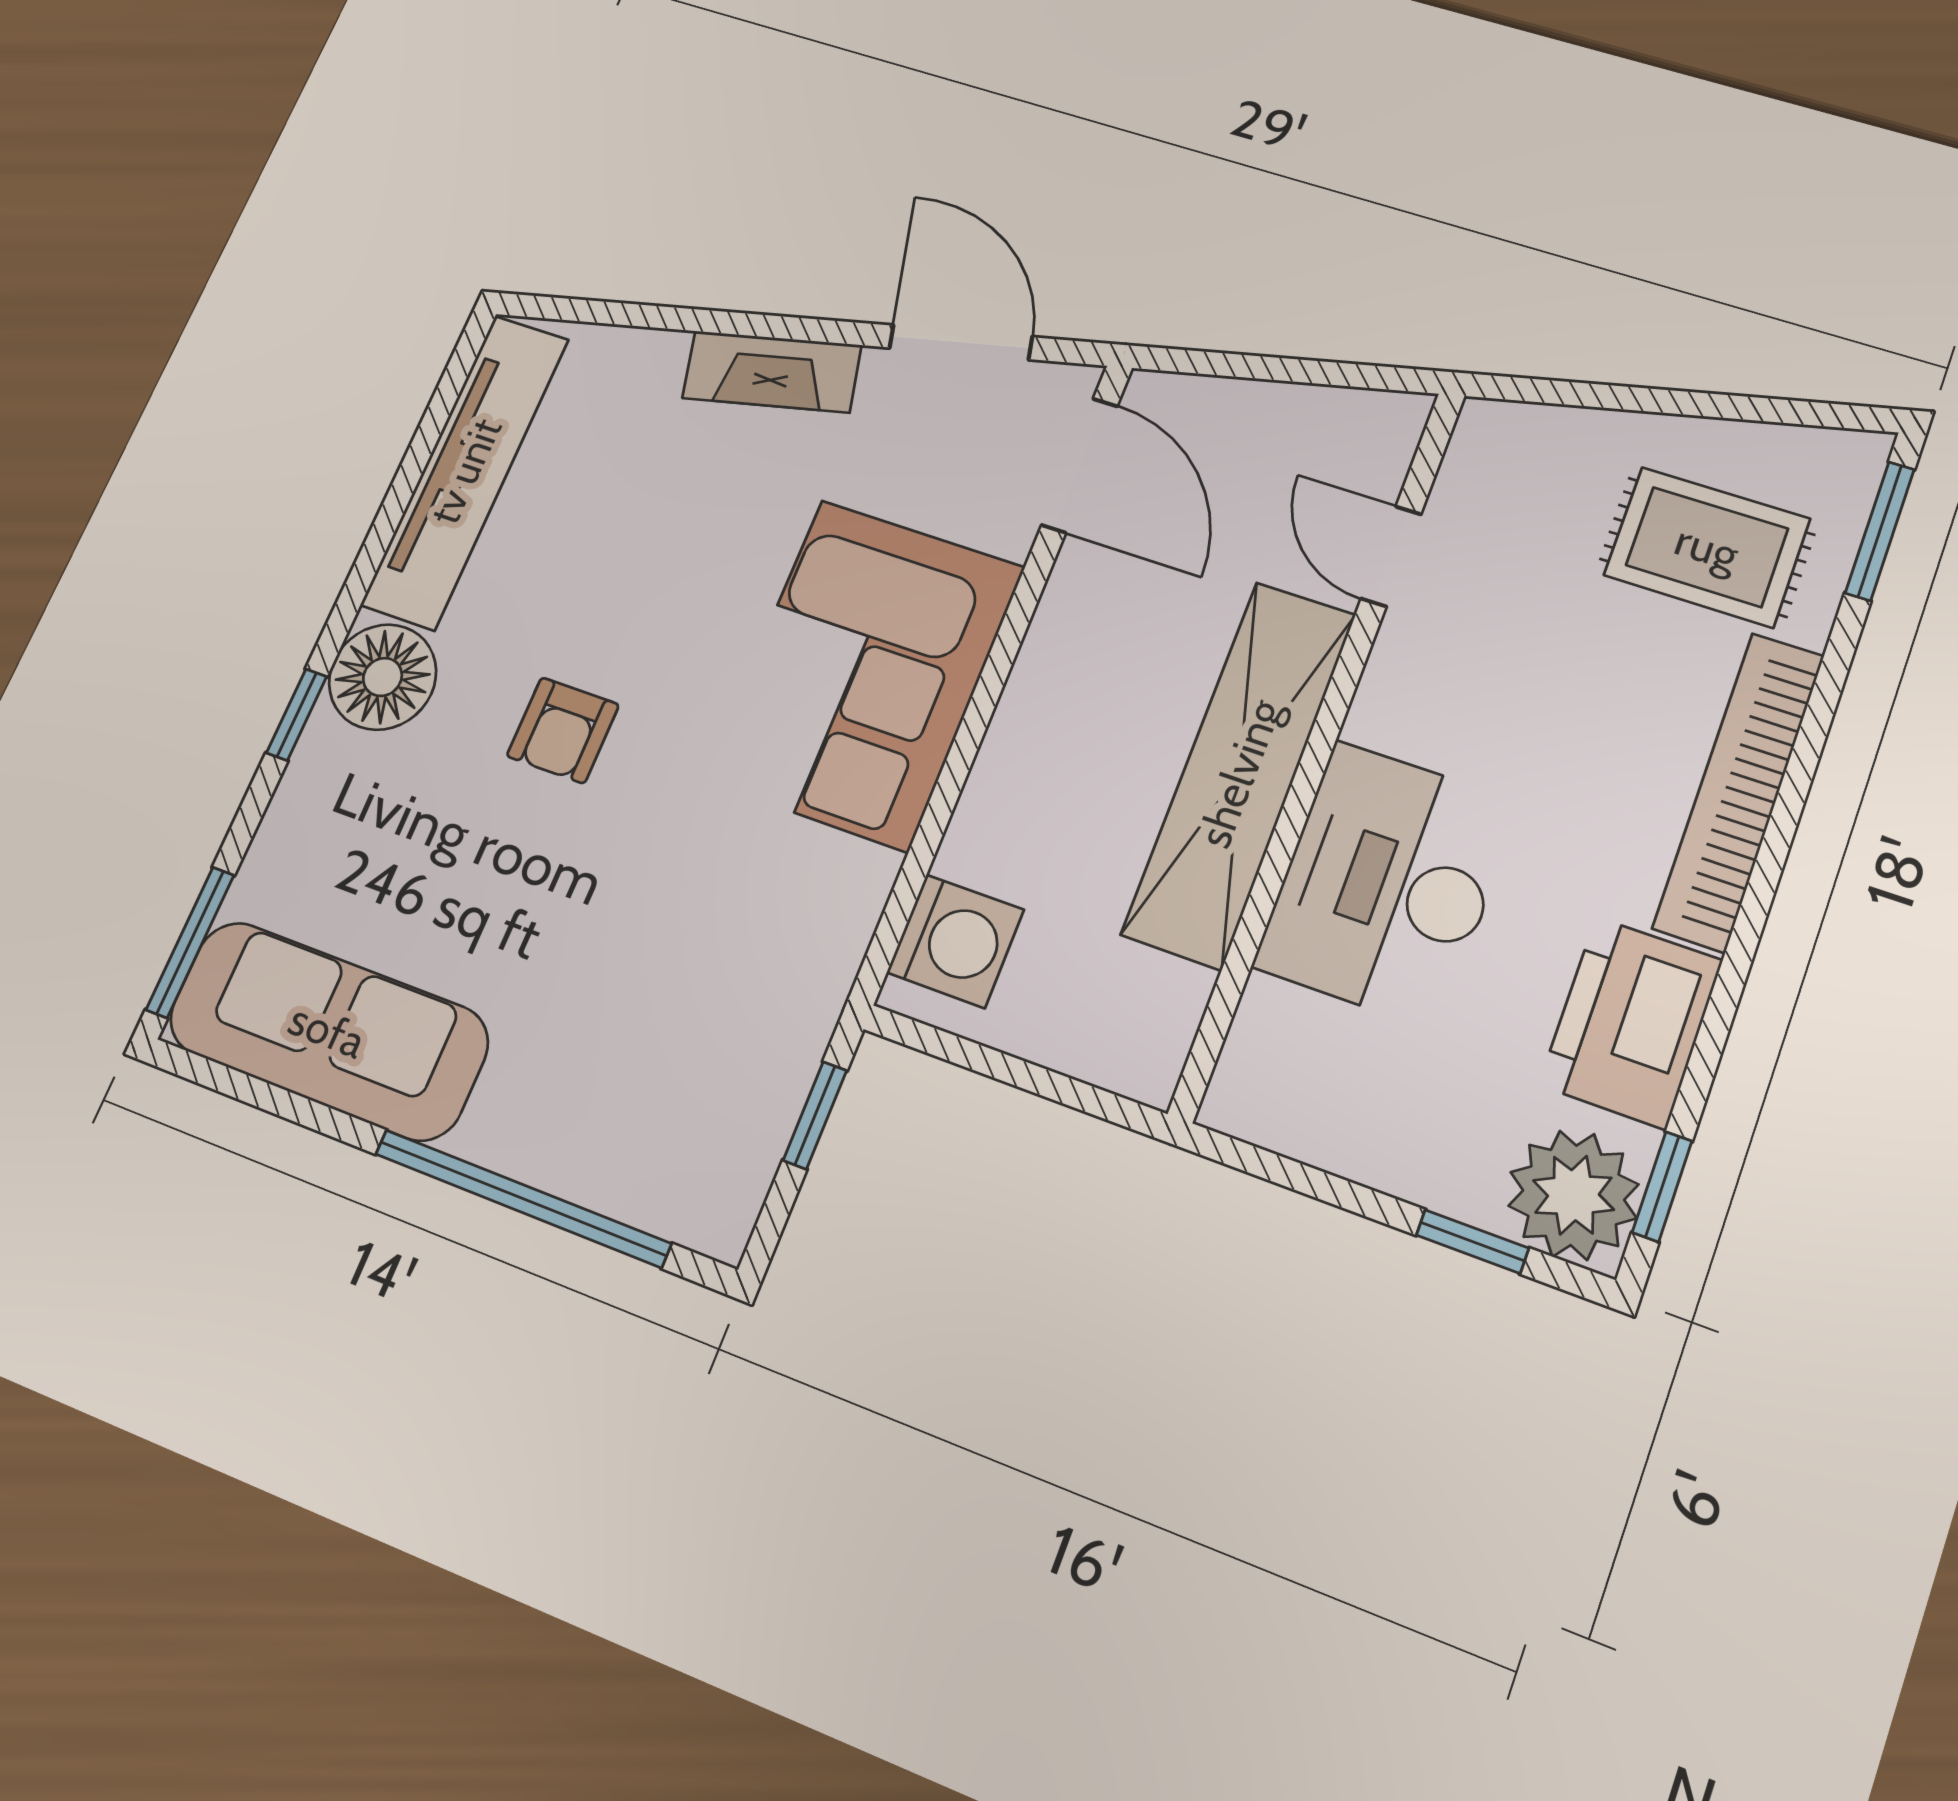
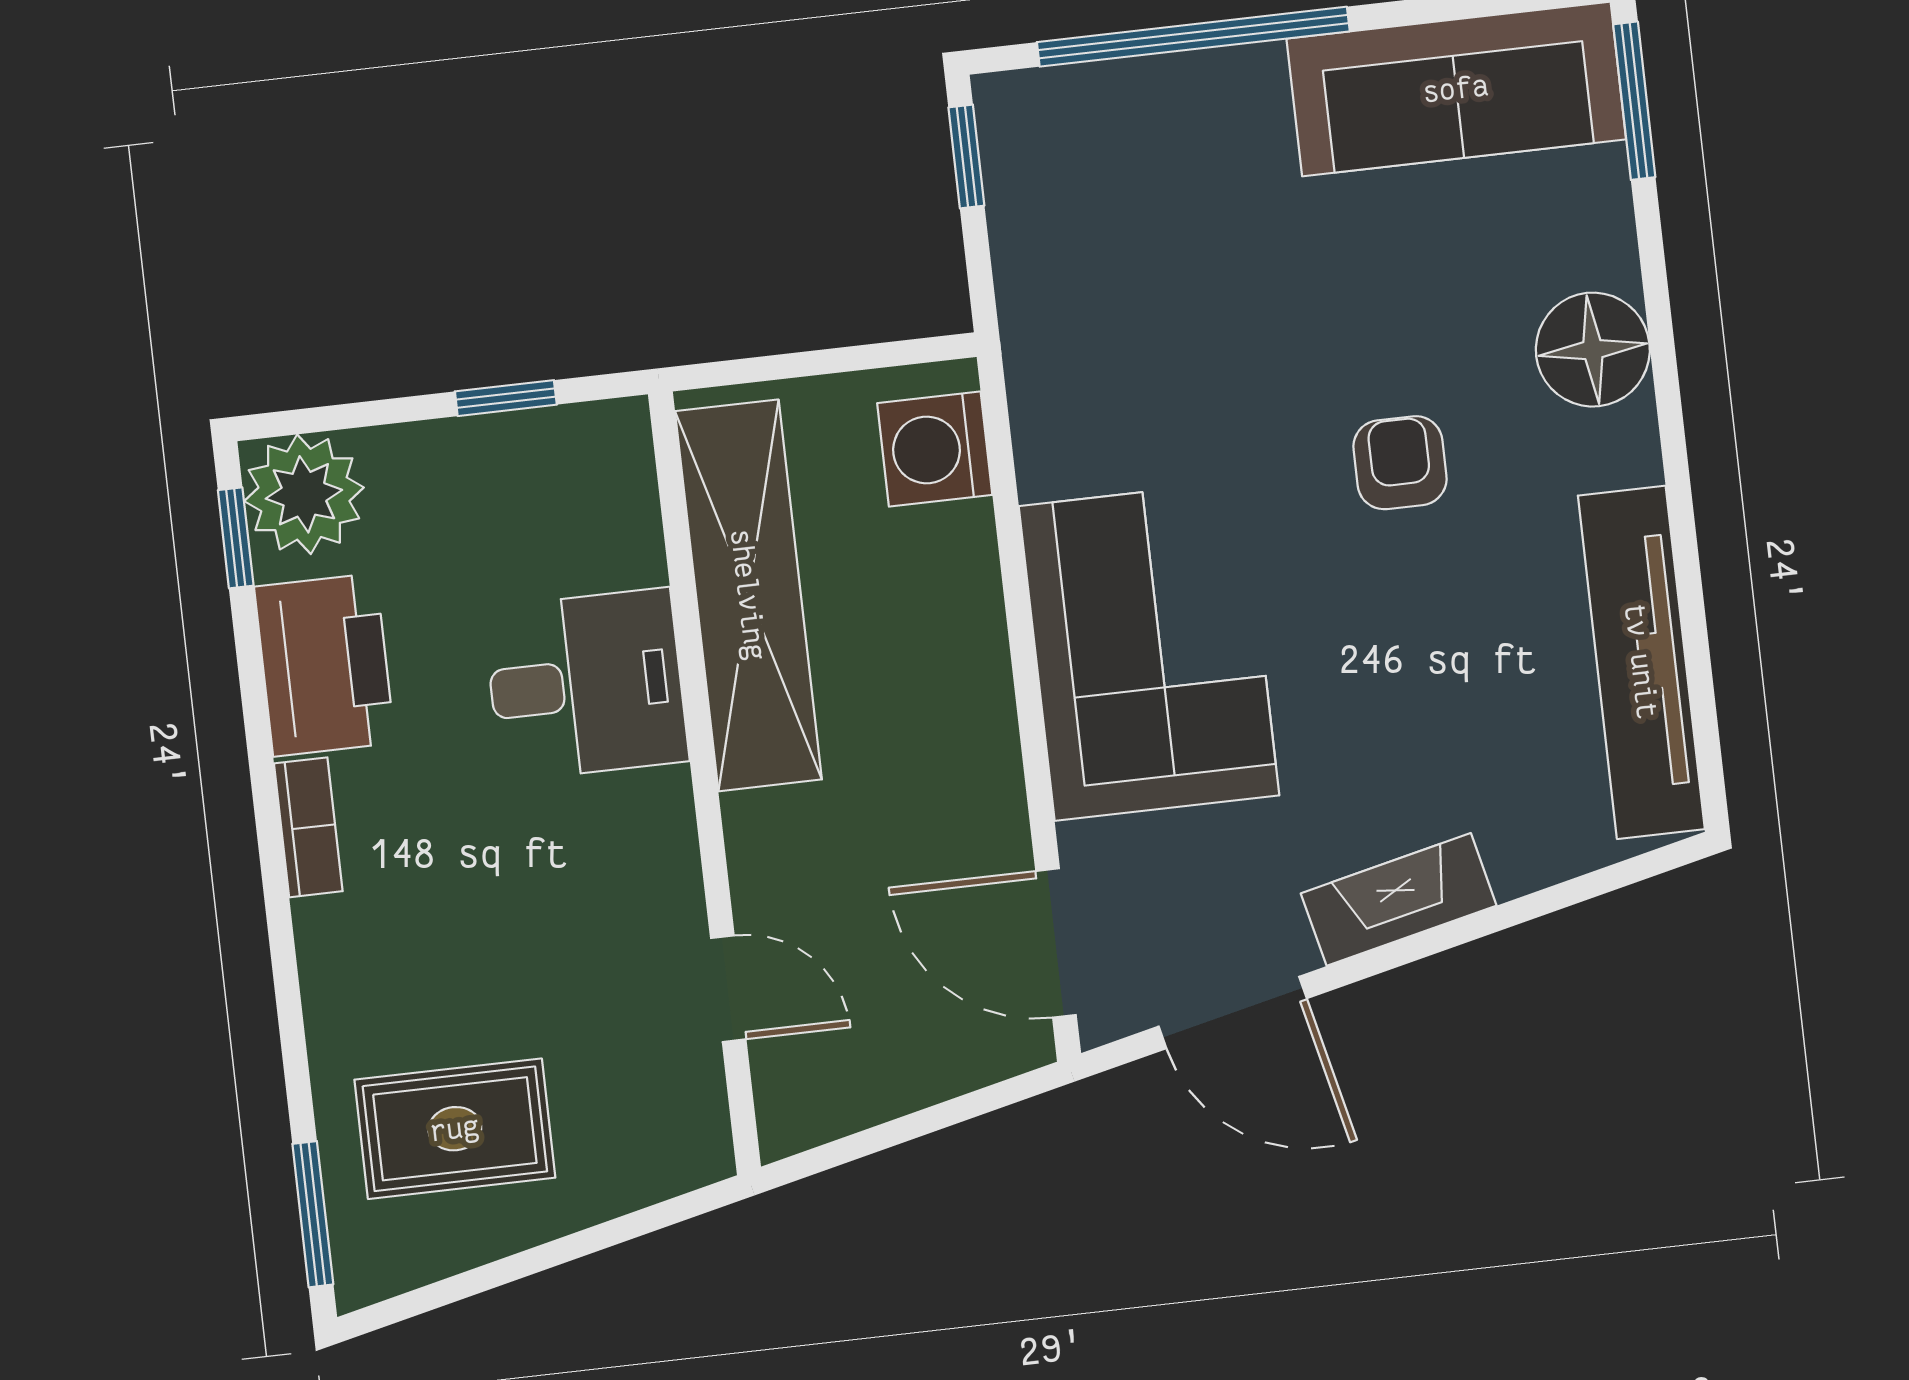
floor lamp: (383, 677) -> (1593, 350), moved
window: (297, 715) -> (1663, 354), removed
shelving: (1239, 773) -> (748, 595), moved
bookcase: (1739, 791) -> (308, 827), width x0.43, depth x0.76
desk: (1387, 884) -> (586, 685), width x0.73
window: (815, 1115) -> (966, 156), moved
window: (1472, 1242) -> (506, 398), moved

